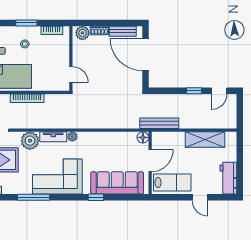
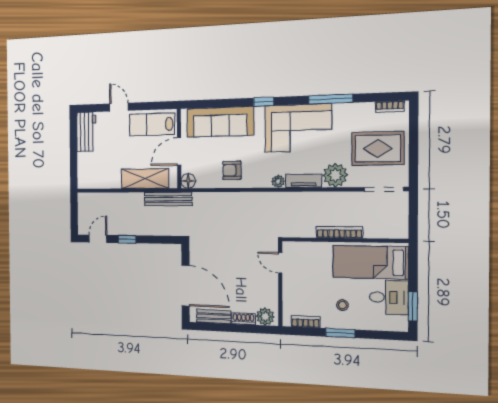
shelving: (205, 140) -> (145, 179), moved
armchair: (108, 145) -> (232, 170), added
window: (96, 197) -> (264, 102), moved

